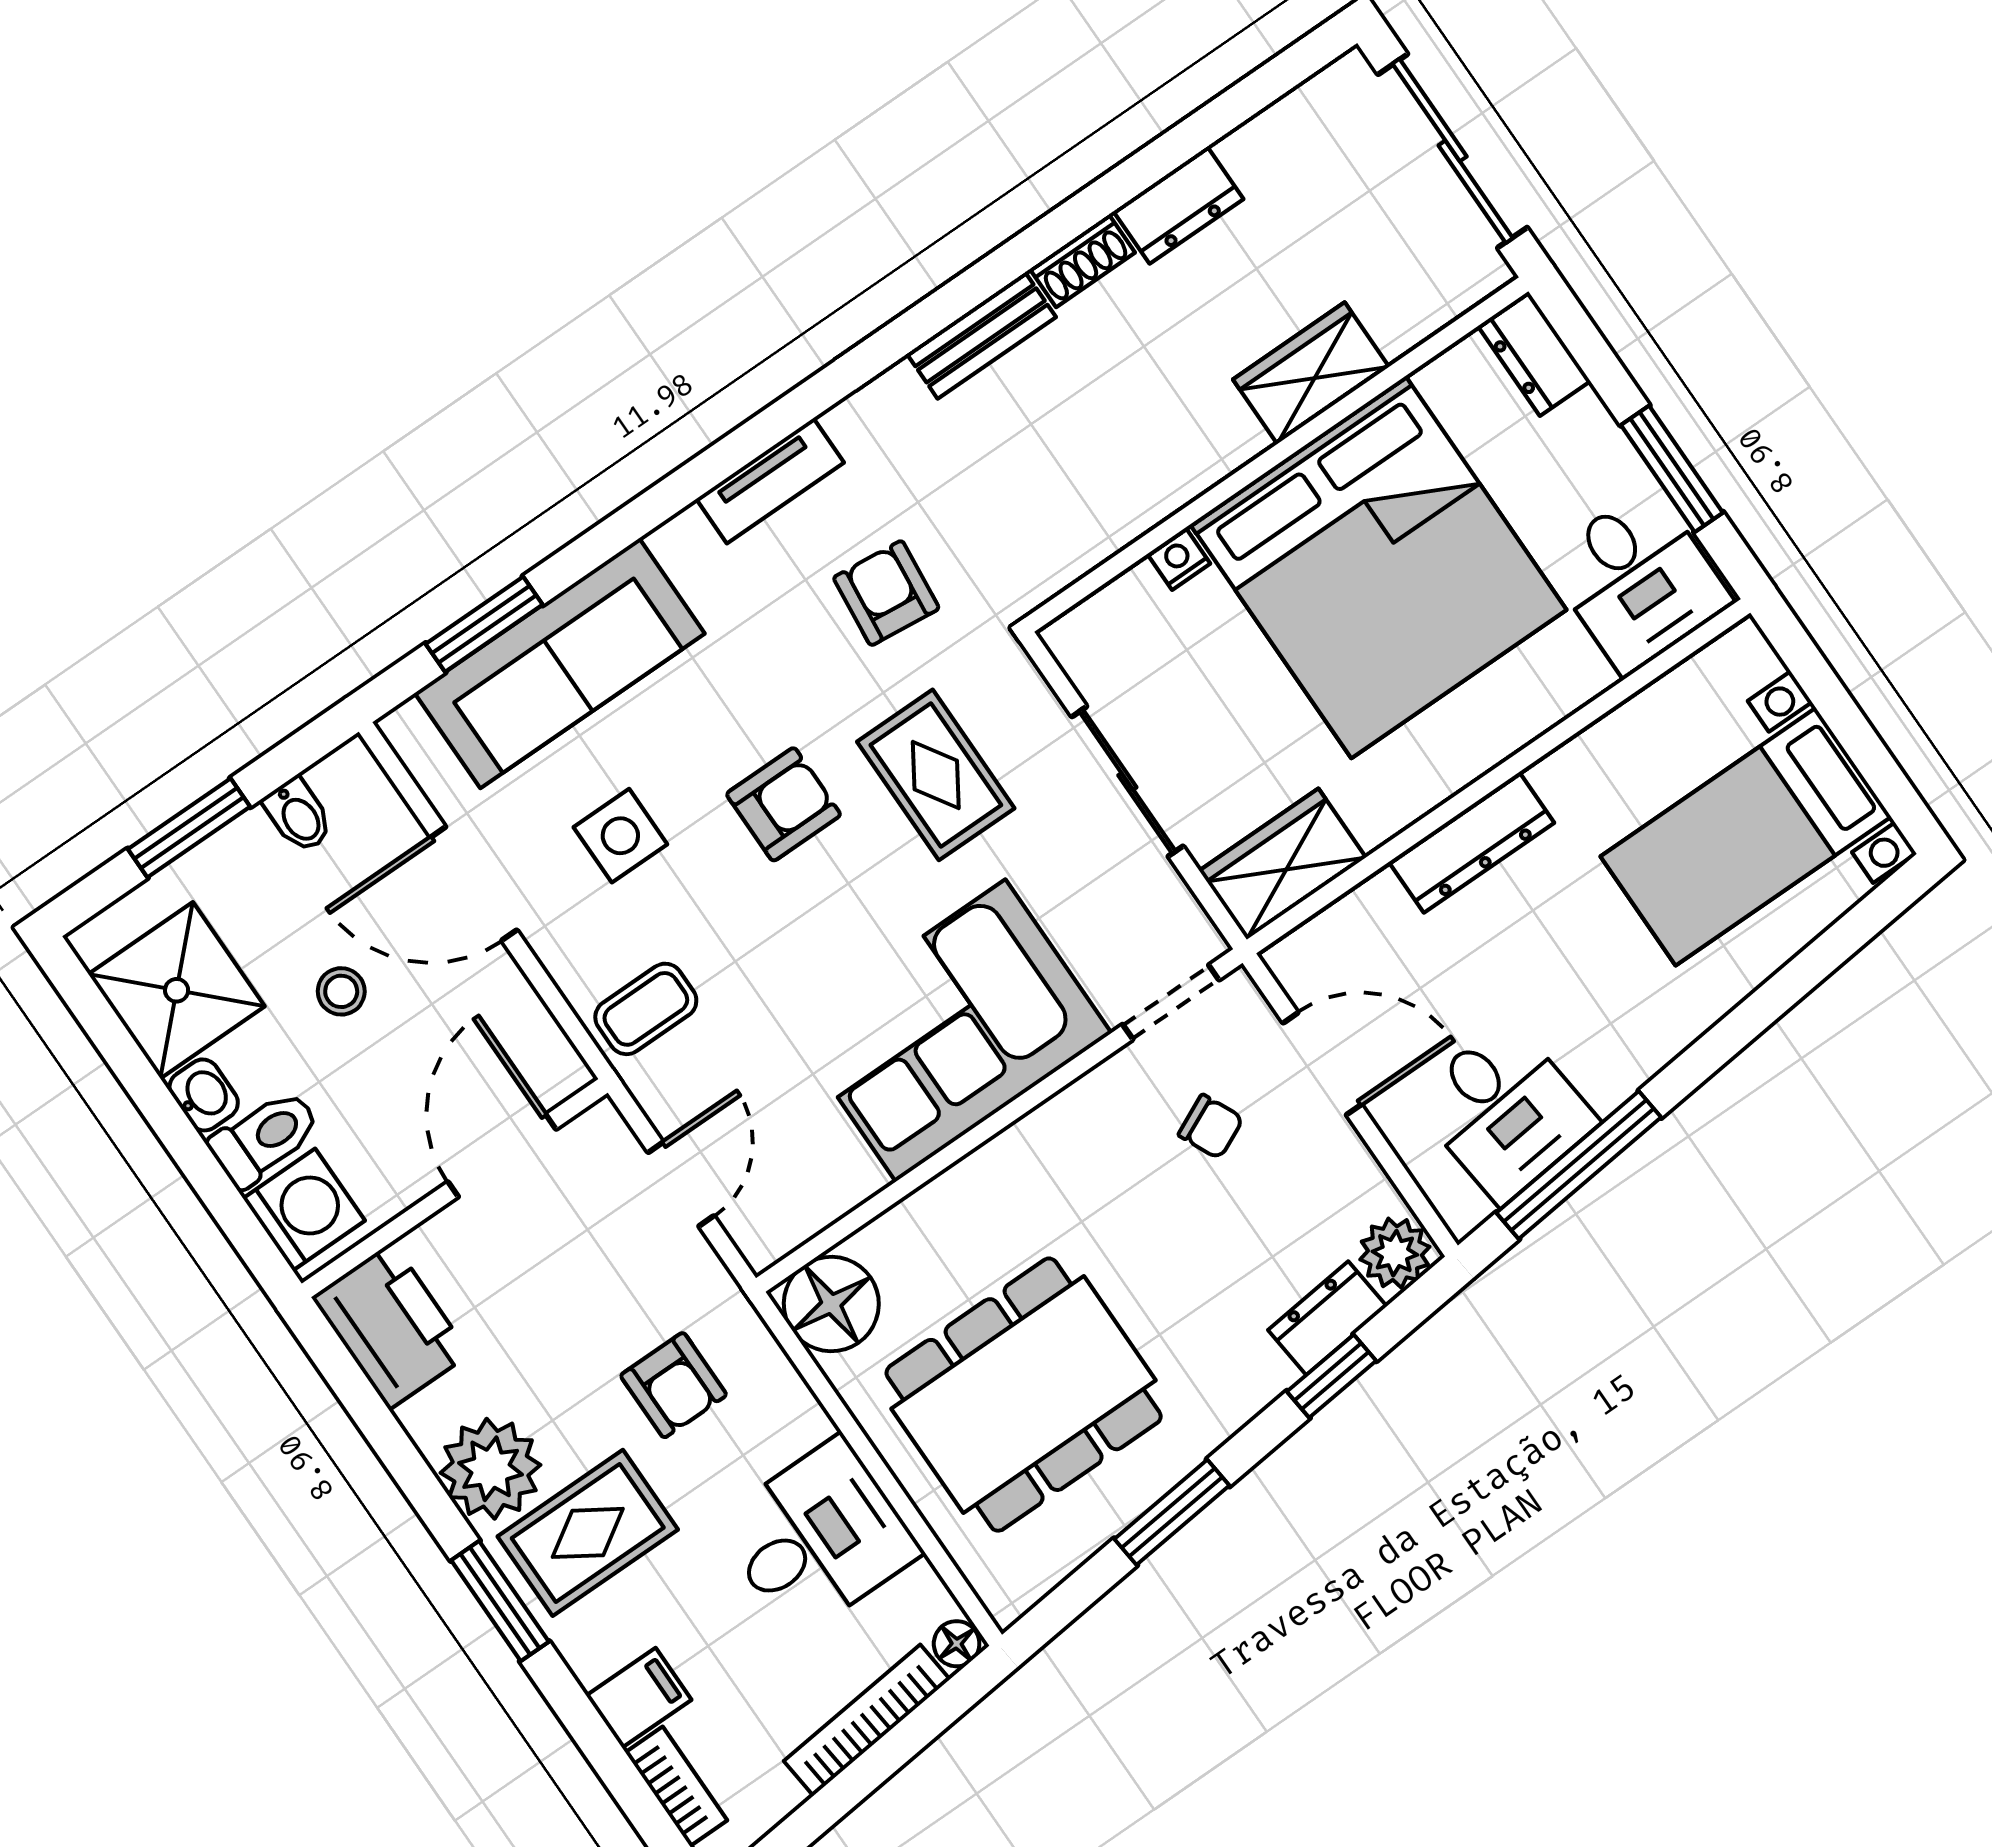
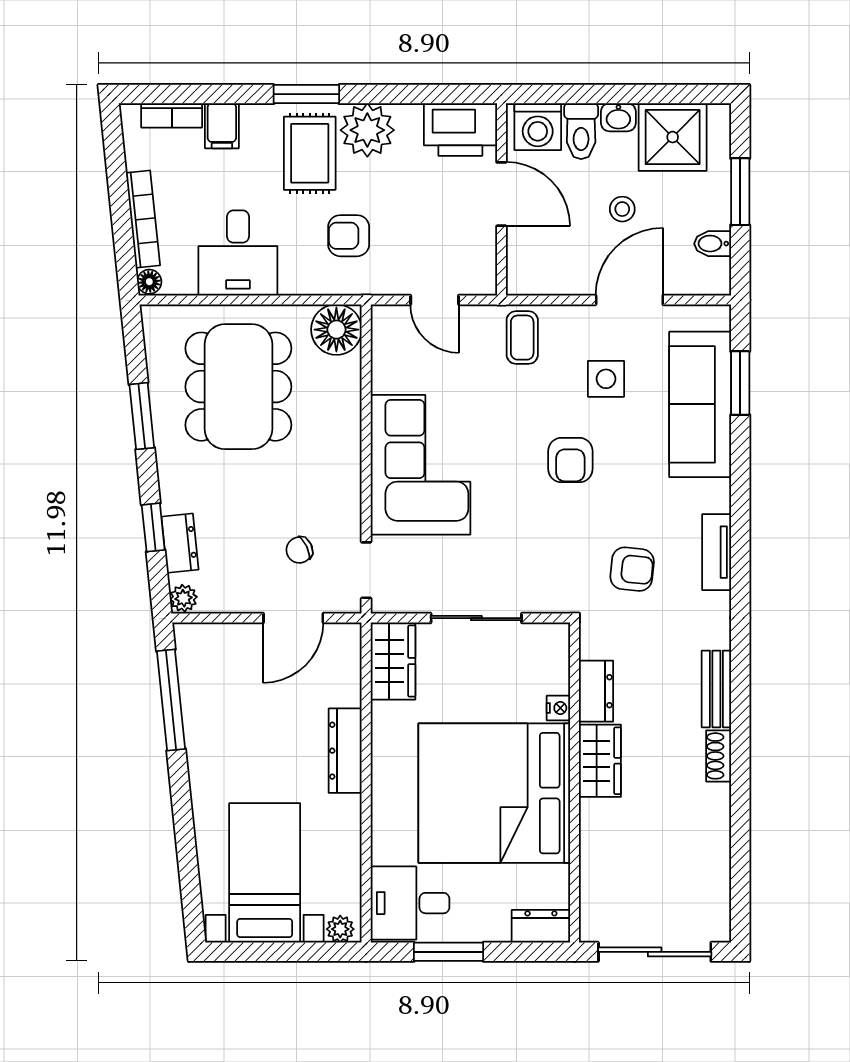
dresser: (1178, 205) -> (596, 691), moved, turned 180
wardrobe: (1311, 373) -> (600, 761), moved
plant: (1752, 660) -> (340, 929), added
rug: (936, 775) -> (537, 536), removed
desk: (1504, 1111) -> (217, 684), removed
door: (502, 1156) -> (501, 194), moved
plant: (1395, 1253) -> (183, 598), width x0.73, depth x0.73

